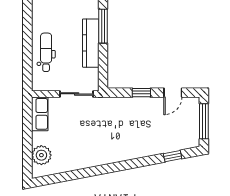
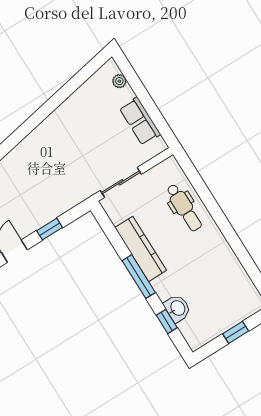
row of seats: (40, 114) -> (140, 121), moved
plant: (41, 155) -> (119, 81), width x0.53, depth x0.53

